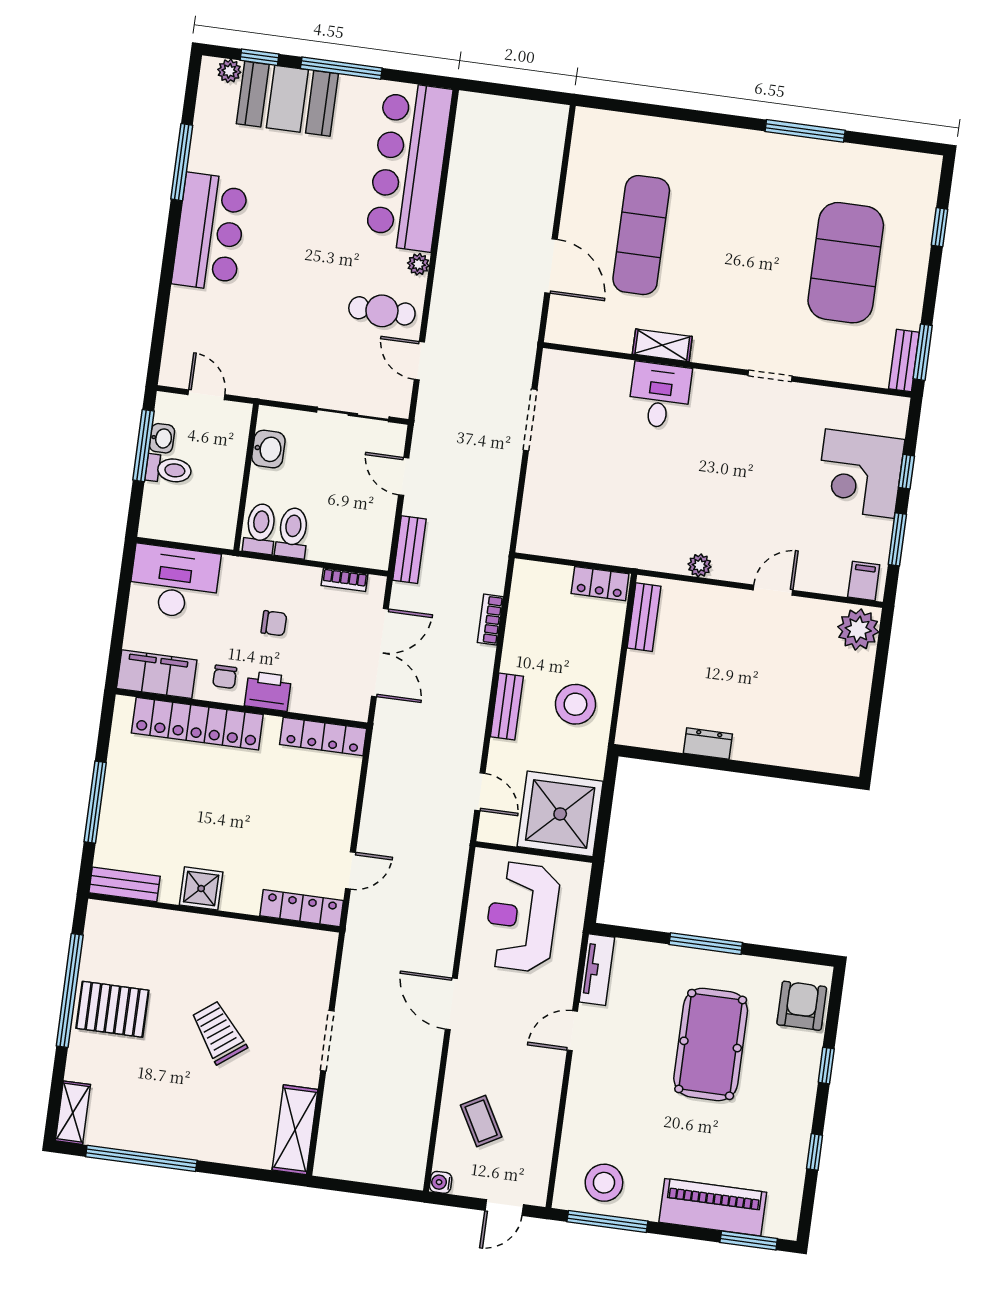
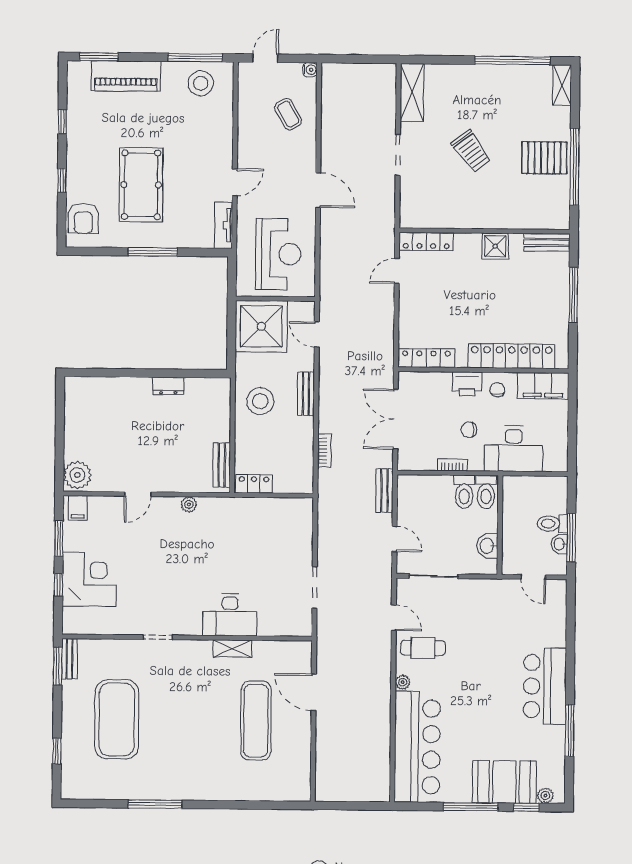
desk: (660, 395) -> (230, 615), width x1.37
bookcase: (345, 580) -> (452, 465), moved
desk: (174, 582) -> (514, 449), moved

